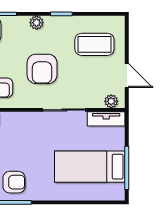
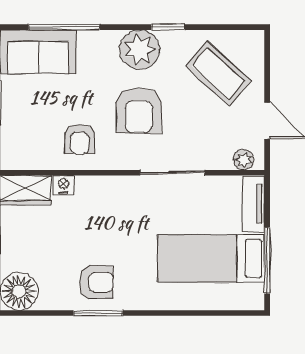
plant: (37, 23) -> (140, 50), width x1.88, depth x1.88
coffee table: (94, 44) -> (218, 73), turned 42
tv unit: (106, 119) -> (254, 204), moved, turned 90

